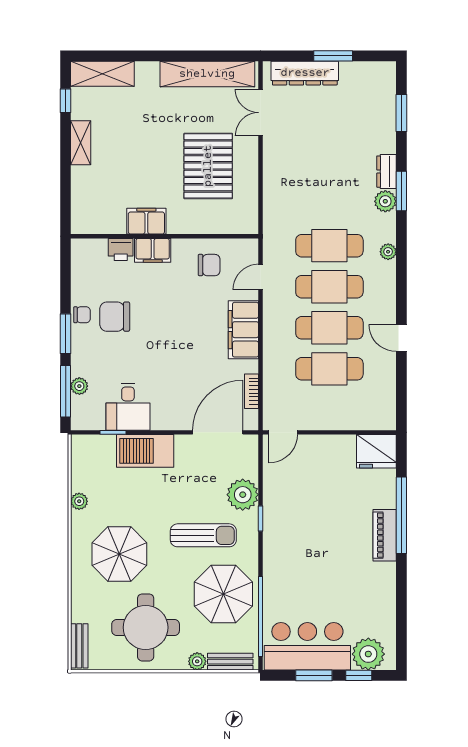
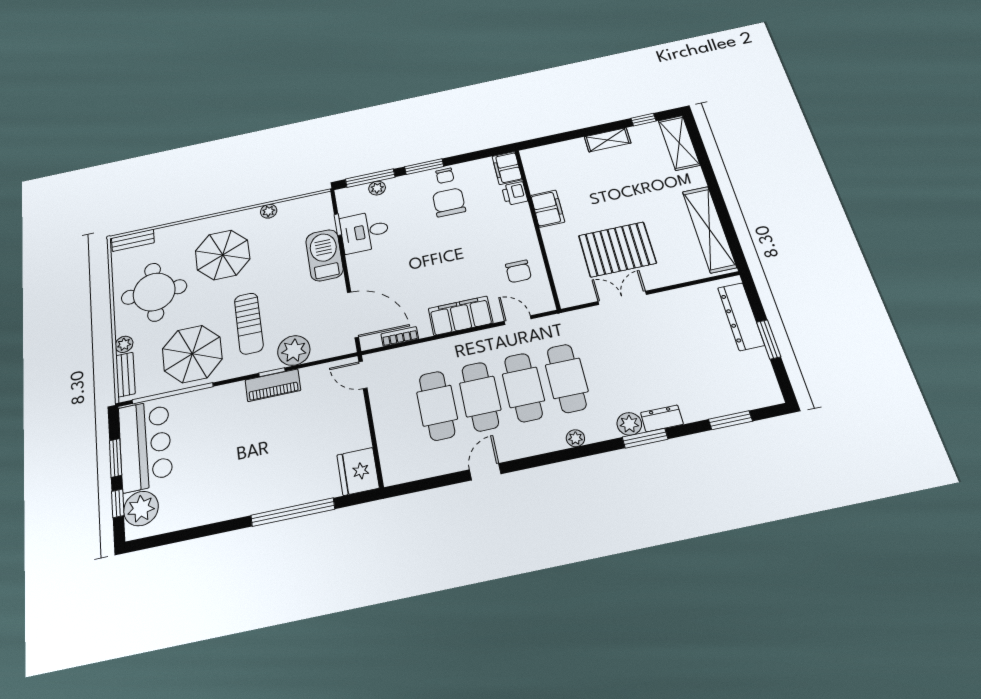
double door: (261, 113) -> (622, 298), moved
filing cabinet: (153, 250) -> (507, 168), moved
piano: (385, 535) -> (273, 385), moved, turned 180

